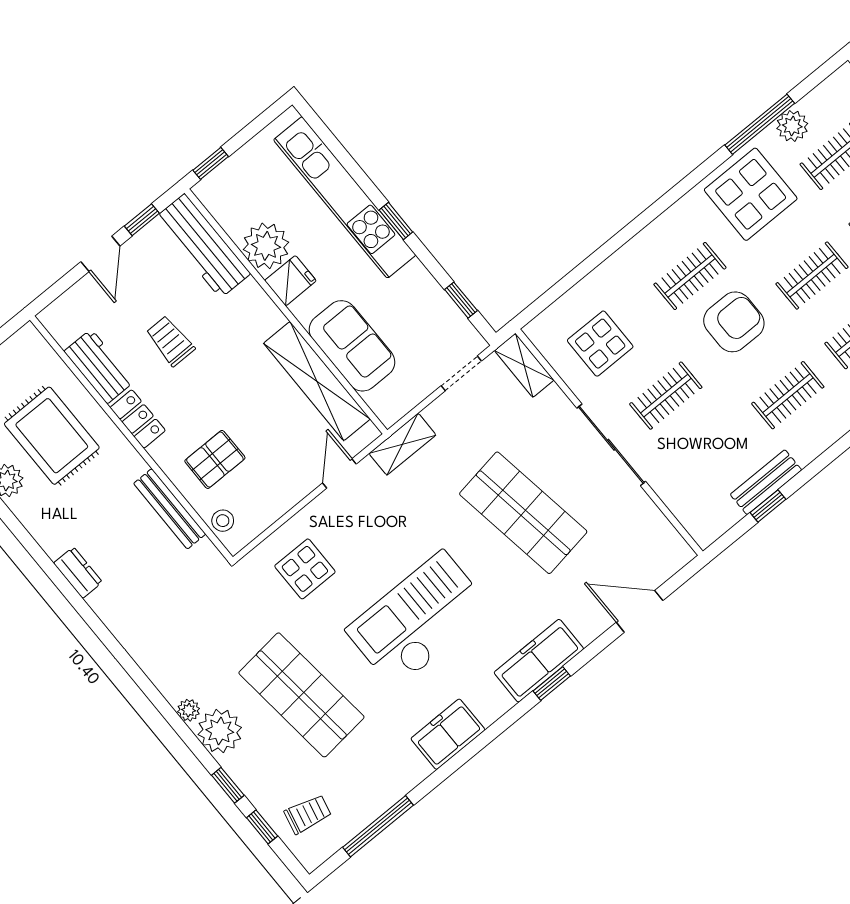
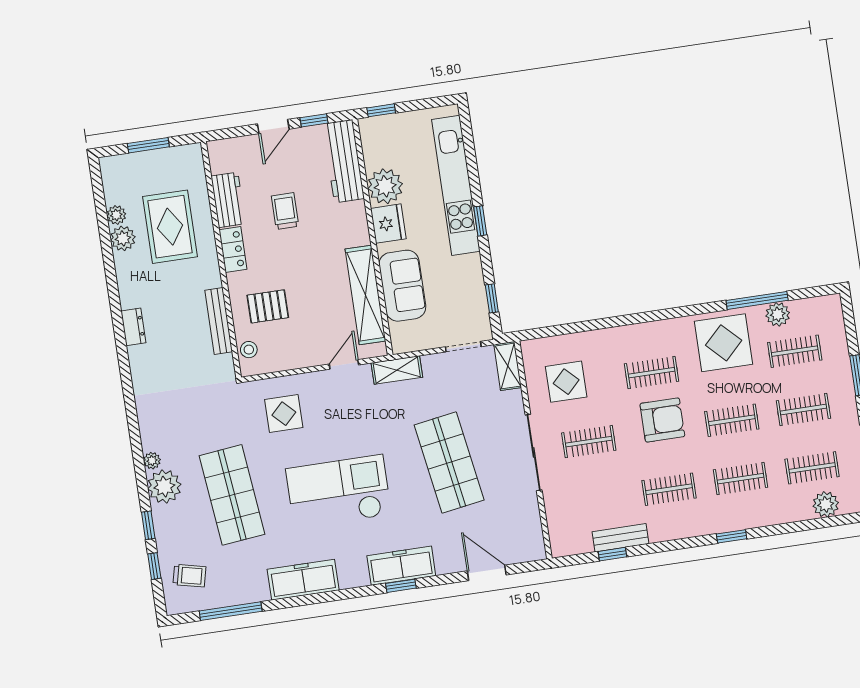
fridge: (290, 281) -> (388, 224), width x1.38
freezer: (448, 734) -> (303, 580), width x1.40

